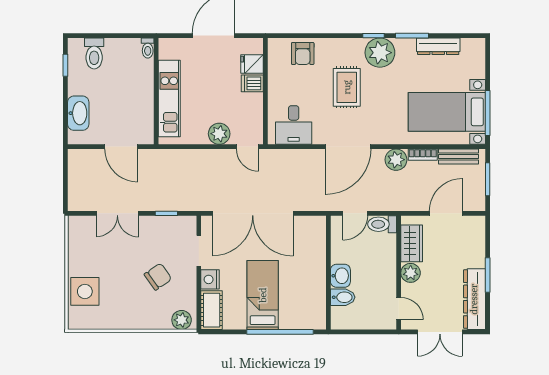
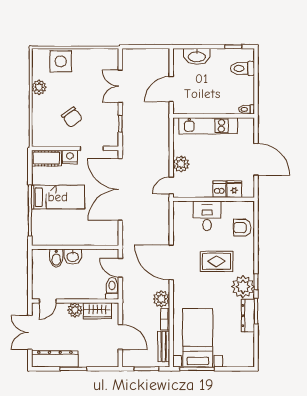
dresser: (438, 46) -> (248, 316), moved
desk: (294, 125) -> (207, 216), moved, turned 90
plant: (182, 320) -> (39, 87), moved

